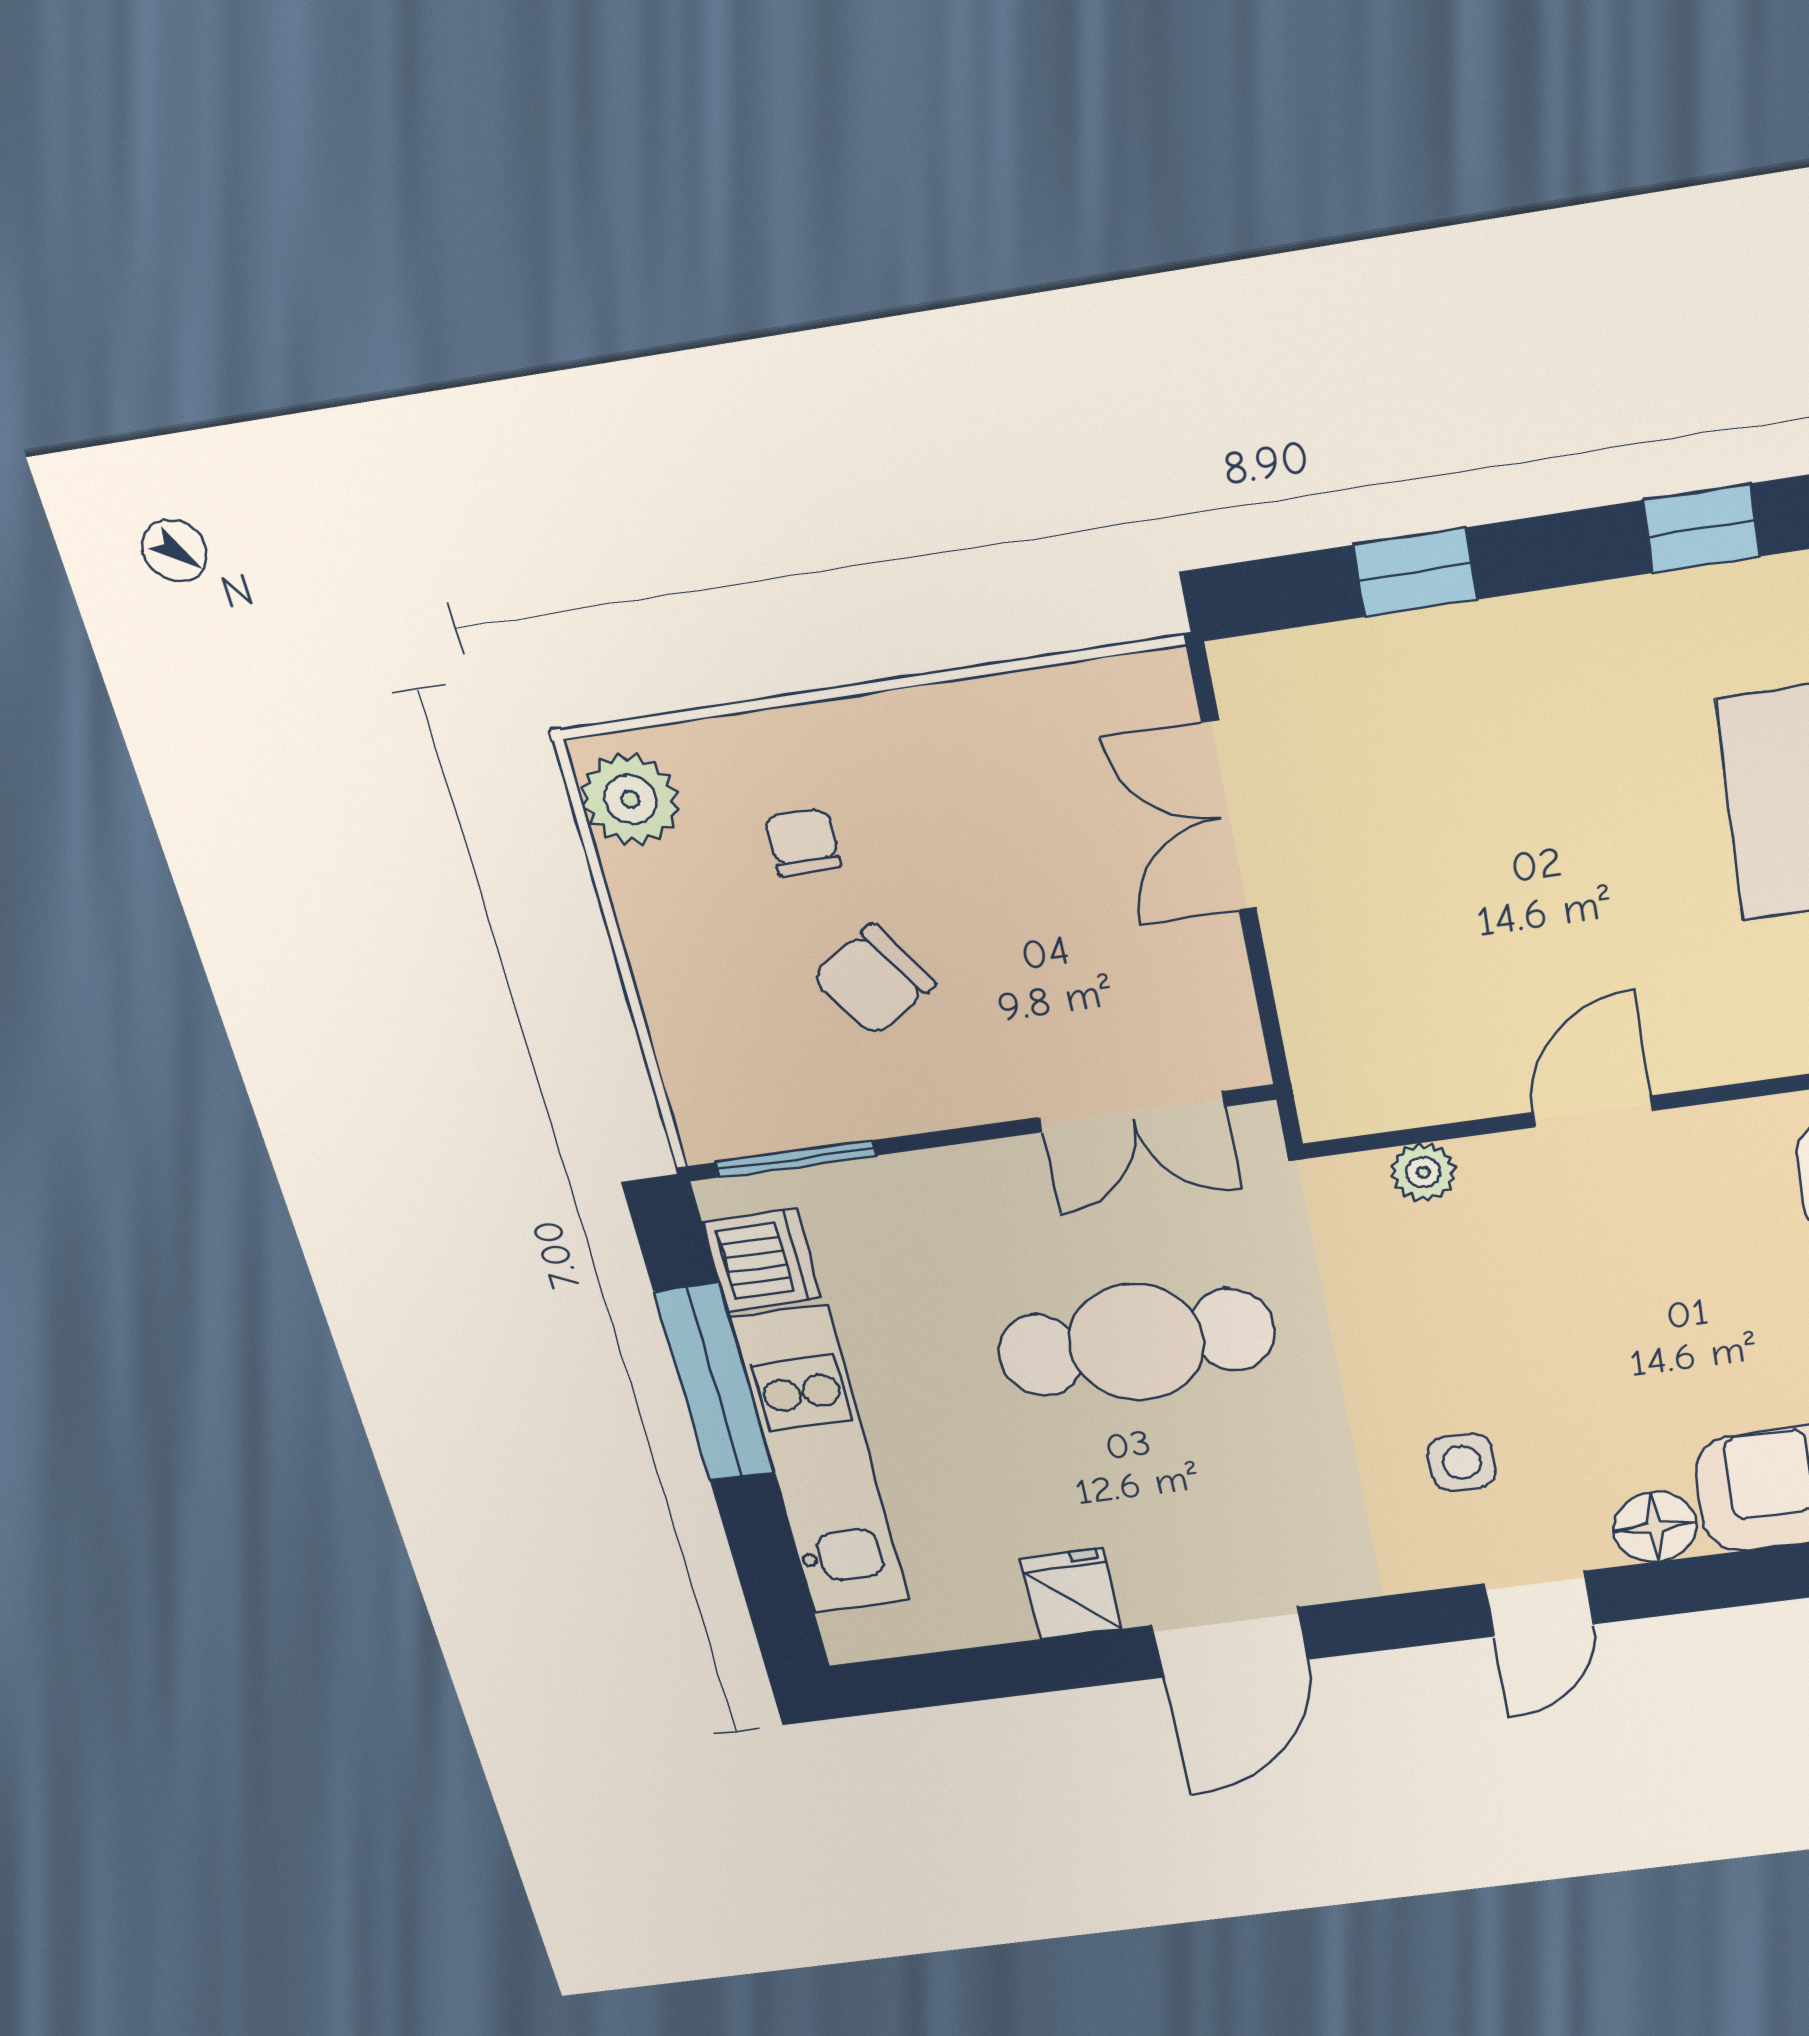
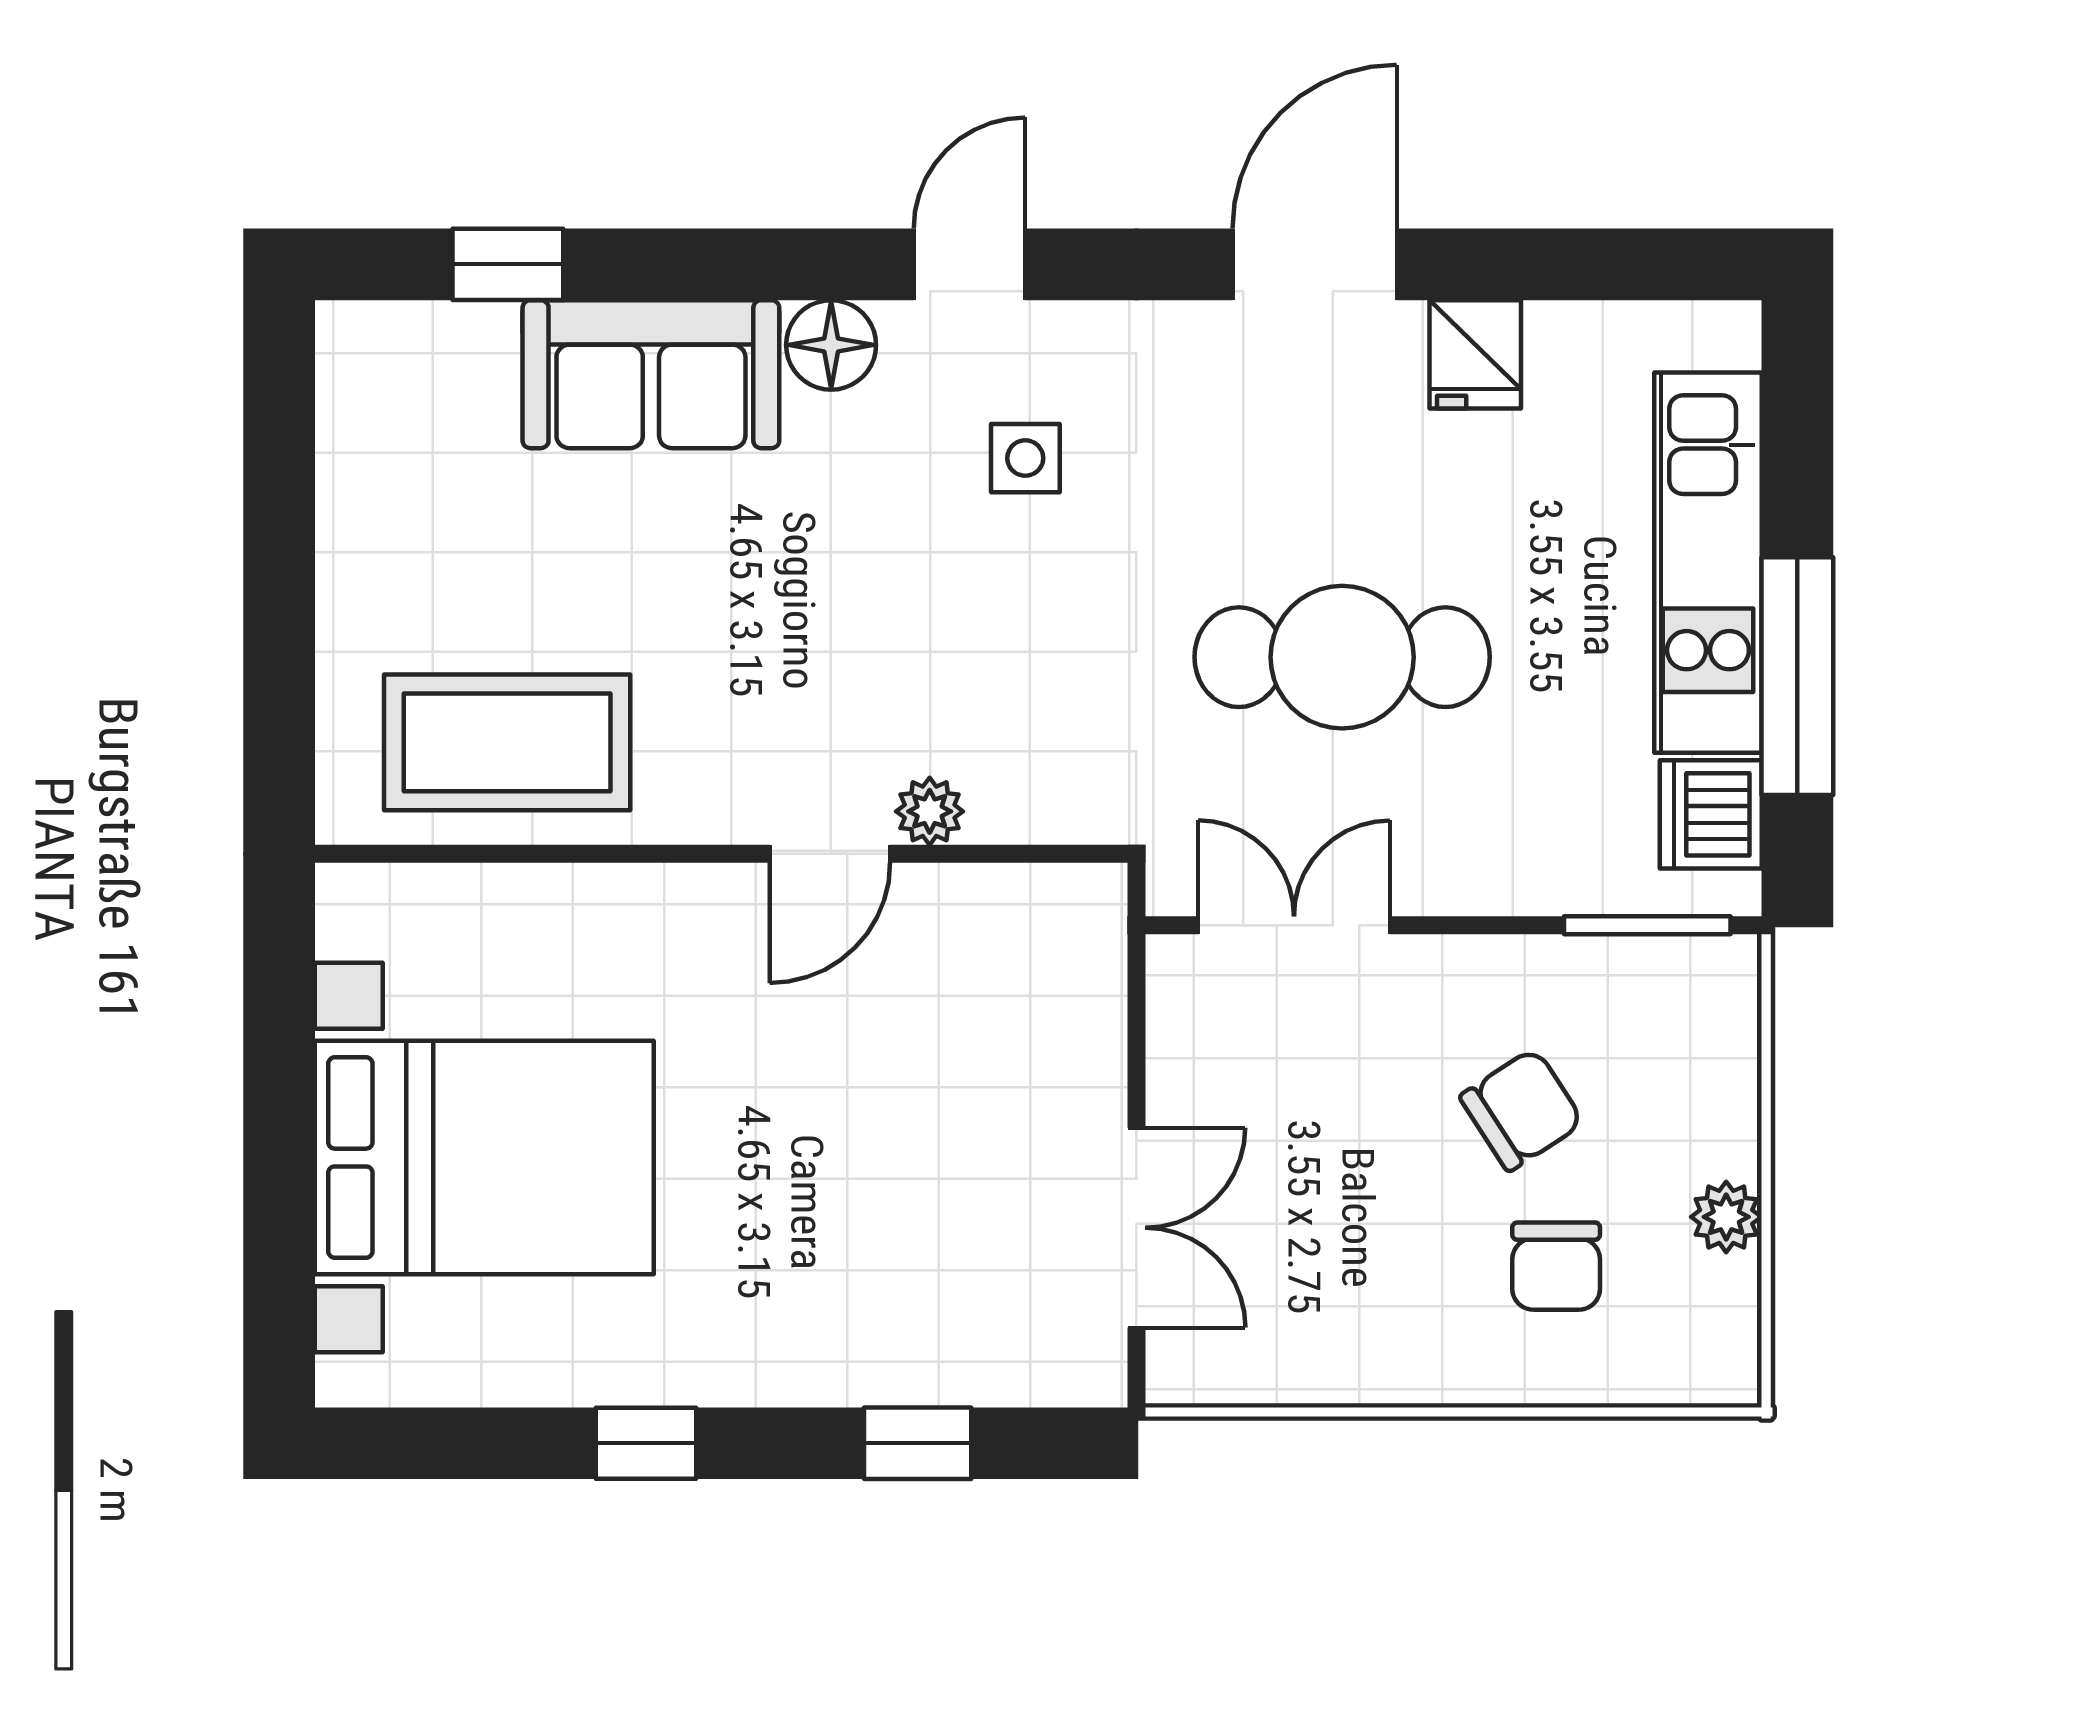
plant: (630, 799) -> (1726, 1217), moved, width x0.73, depth x0.73
chair: (803, 842) -> (1556, 1266), width x1.37, depth x1.37
plant: (1423, 1172) -> (930, 811), moved

